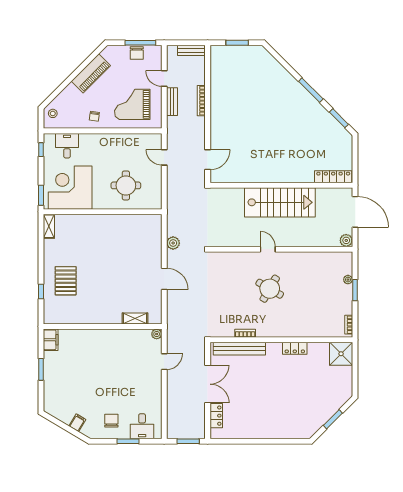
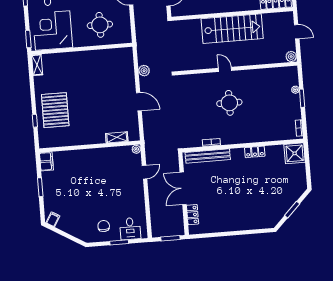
door: (355, 212) -> (297, 32), width x0.53
pallet: (66, 281) -> (55, 110), width x1.37, depth x1.41
round table: (270, 289) -> (229, 103), turned -30
double door: (208, 384) -> (183, 188), swing flipped
filing cabinet: (77, 423) -> (53, 219), moved

